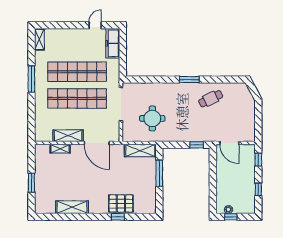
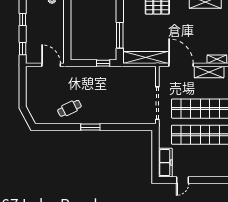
round table: (152, 118) -> (127, 89), removed
window: (197, 145) -> (103, 63), moved
shelving: (140, 151) -> (146, 58), width x1.47

